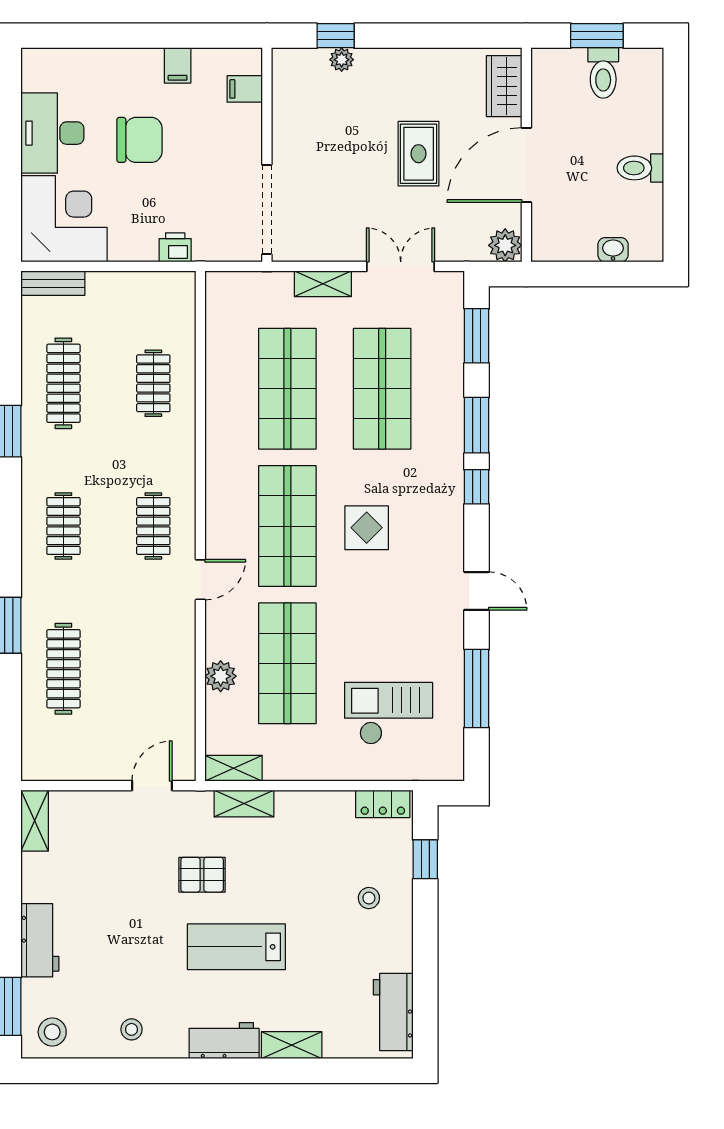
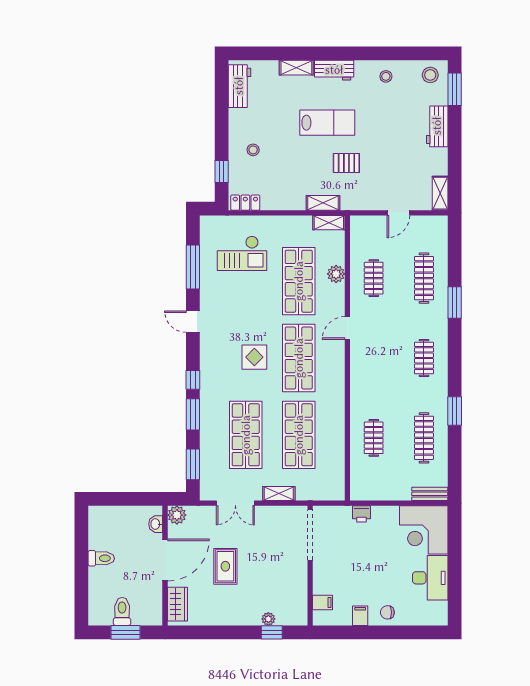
chair: (140, 140) -> (387, 612), moved, width x0.54, depth x0.54
washbasin: (613, 250) -> (156, 524), moved, turned 90
clothes rail: (153, 526) -> (374, 278), moved
door: (152, 786) -> (398, 213), moved

